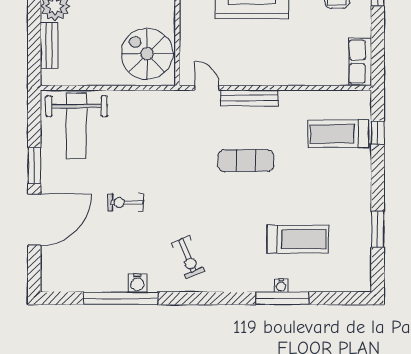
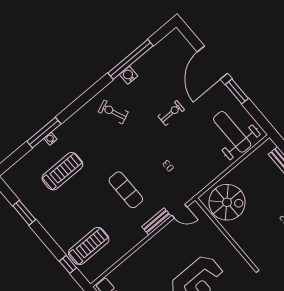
bench: (249, 98) -> (156, 221), width x0.73
exercise mat: (246, 161) -> (126, 190), turned 90
treadmill: (298, 239) -> (62, 171), turned 180

